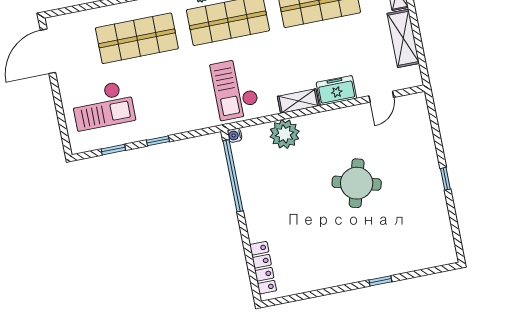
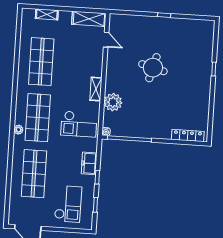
shelving: (403, 38) -> (89, 19), moved
freezer: (336, 90) -> (89, 163), moved

